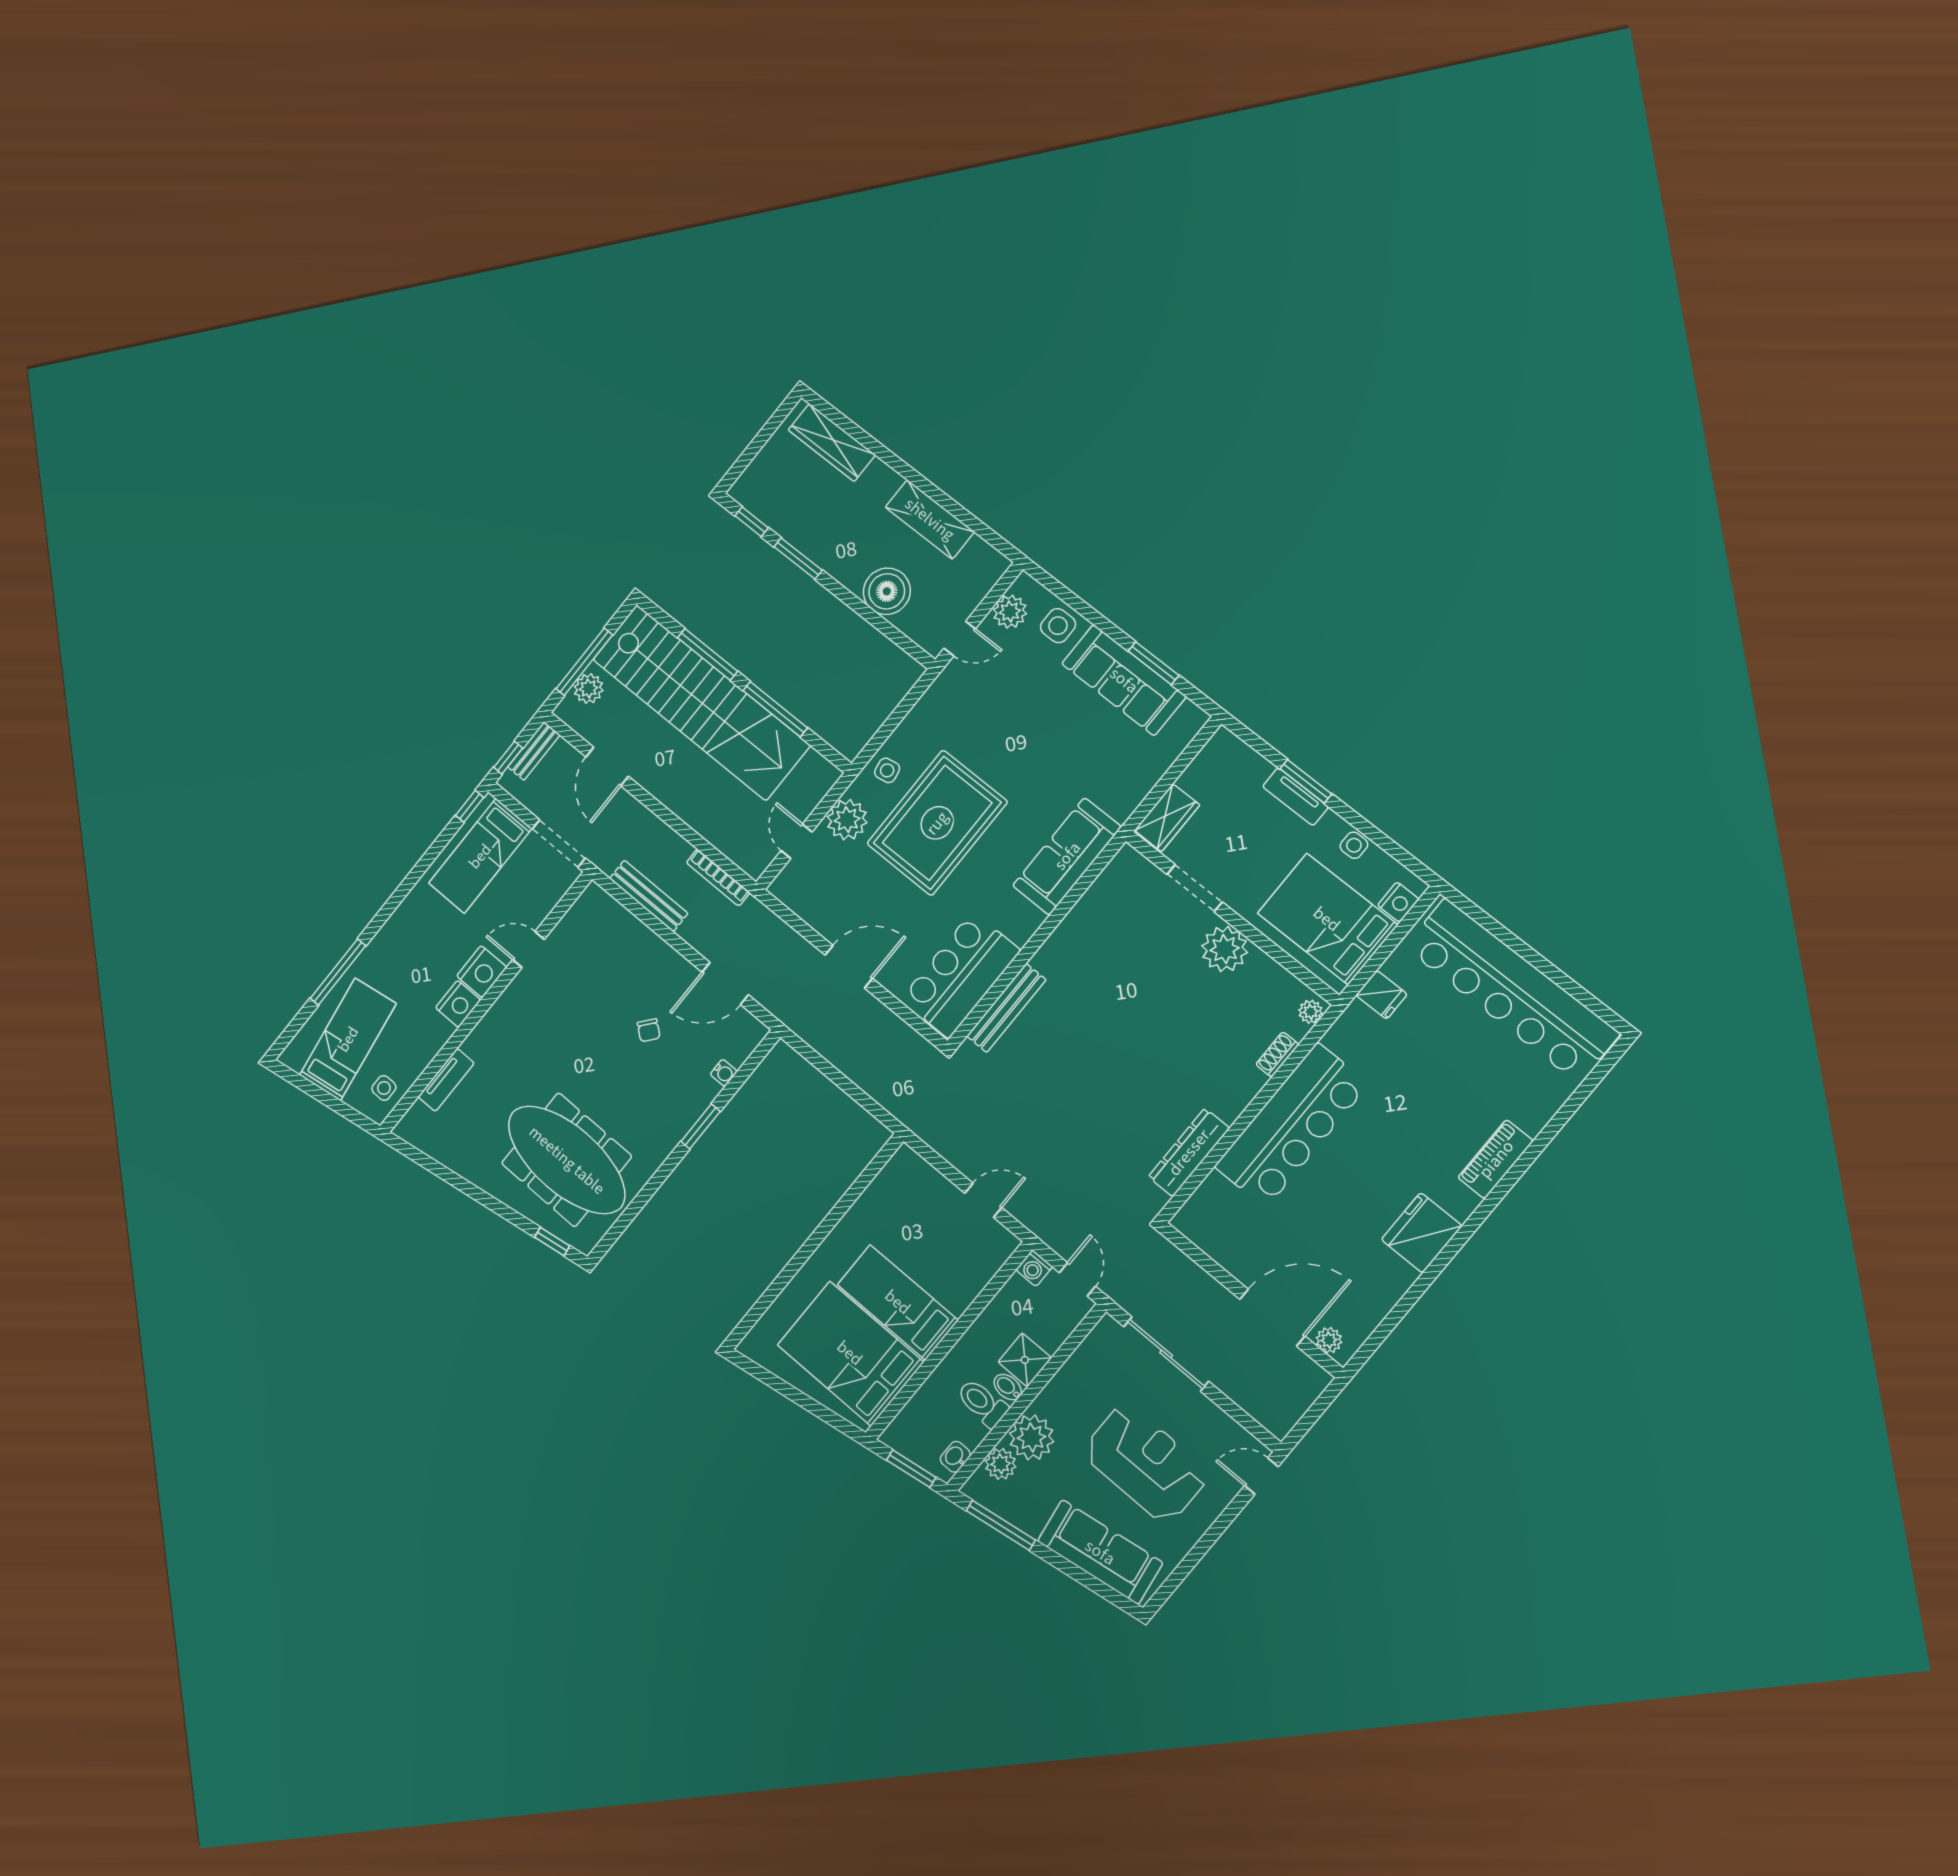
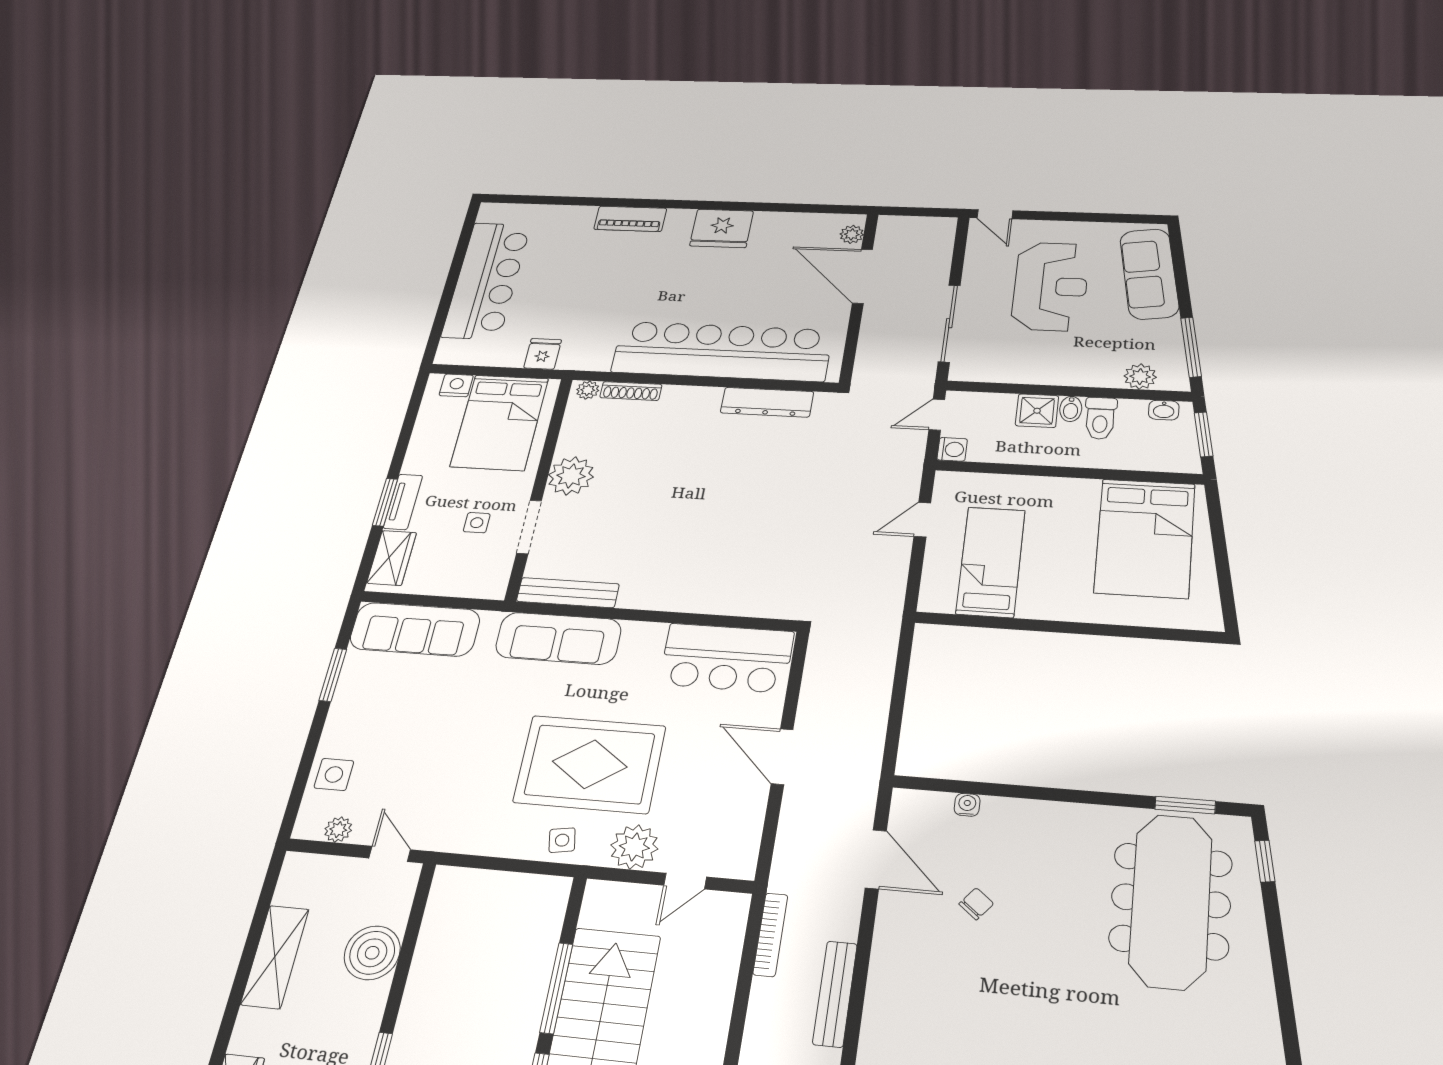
plant: (1010, 612) -> (338, 830), width x0.73, depth x0.73
sofa: (1124, 680) -> (415, 629), moved, turned 90
wardrobe: (1167, 818) -> (392, 558), moved, turned 90
side table: (1354, 845) -> (477, 523), moved
bar counter: (1511, 990) -> (486, 280), width x0.73
bench: (1006, 1008) -> (568, 593), moved
shoe rack: (1277, 1054) -> (631, 391), width x1.43
bar counter: (1292, 1125) -> (722, 351), width x1.36
window: (701, 1126) -> (1185, 805), moved
door: (983, 1200) -> (922, 520), hinge flipped
bed: (898, 1302) -> (991, 562), moved, turned 180
plant: (1032, 1437) -> (1098, 369), removed
reception desk: (1146, 1463) -> (1050, 286), turned 180

